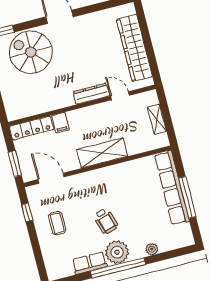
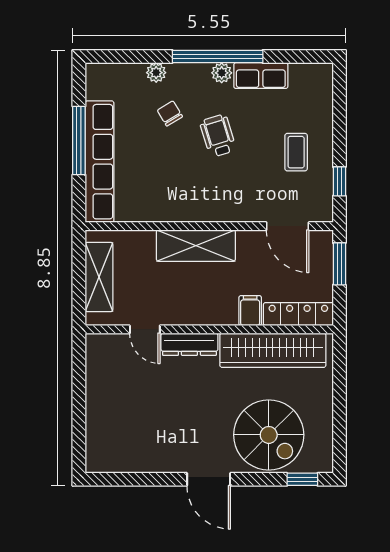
wardrobe: (134, 48) -> (273, 350), moved, turned 90
shelving: (157, 119) -> (99, 277), width x1.50, depth x1.33
chair: (138, 227) -> (170, 113), added
plant: (117, 252) -> (222, 73), width x0.53, depth x0.53

